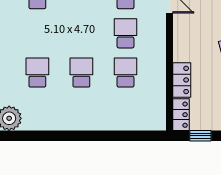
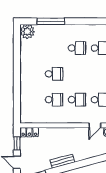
school desk: (37, 73) -> (77, 48), moved
locker: (182, 80) -> (50, 133), removed

